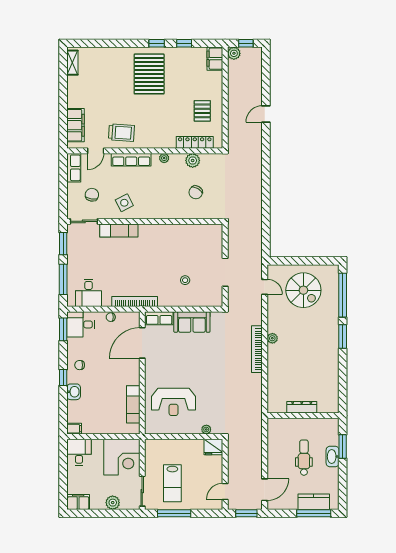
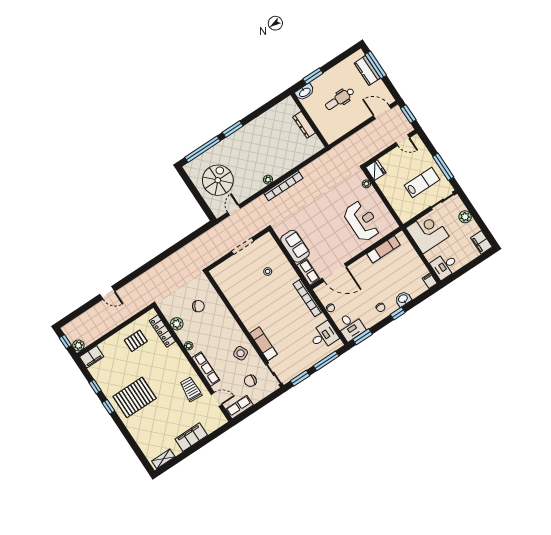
filing cabinet: (75, 125) -> (191, 437), moved
washbasin: (333, 457) -> (305, 92), moved

